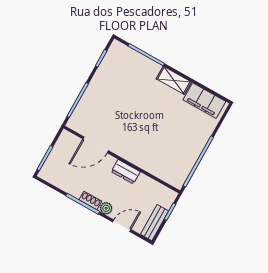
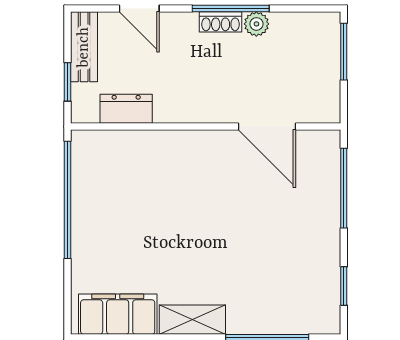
door: (96, 145) -> (267, 126), swing flipped
dresser: (126, 172) -> (126, 109), moved
plant: (106, 208) -> (256, 24), moved
door: (122, 226) -> (139, 9), hinge flipped

